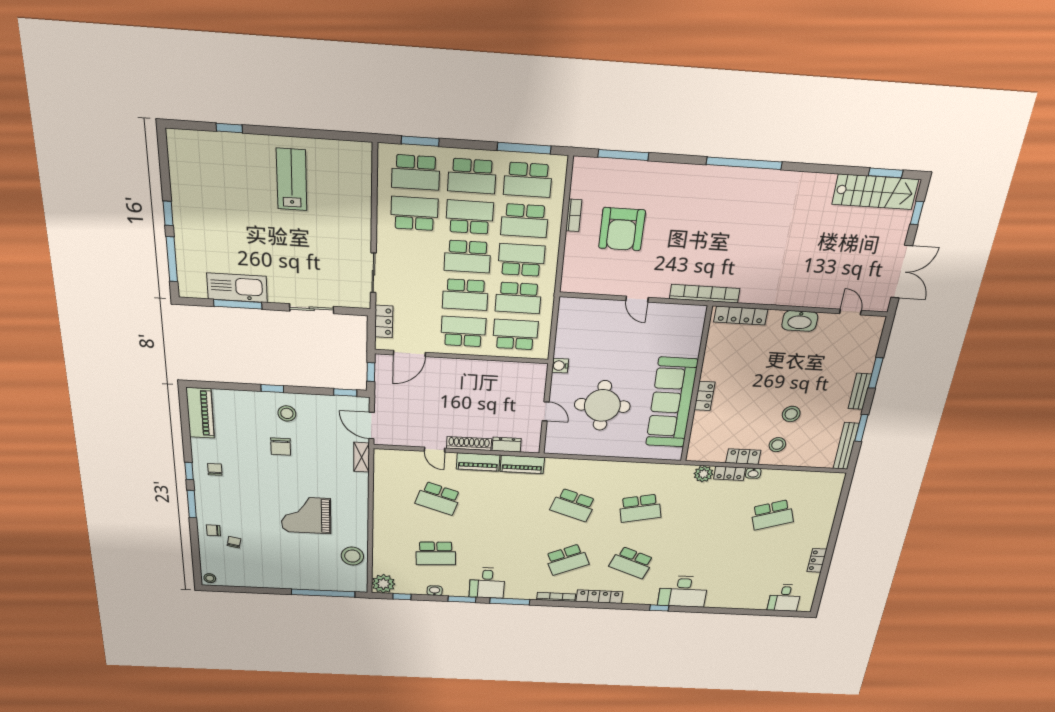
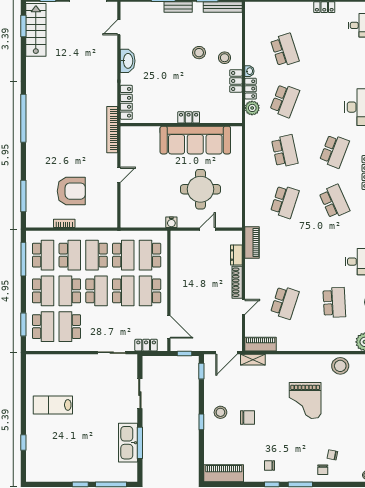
piano: (478, 462) -> (261, 344), moved, turned -90
school desk: (706, 512) -> (285, 101), added

